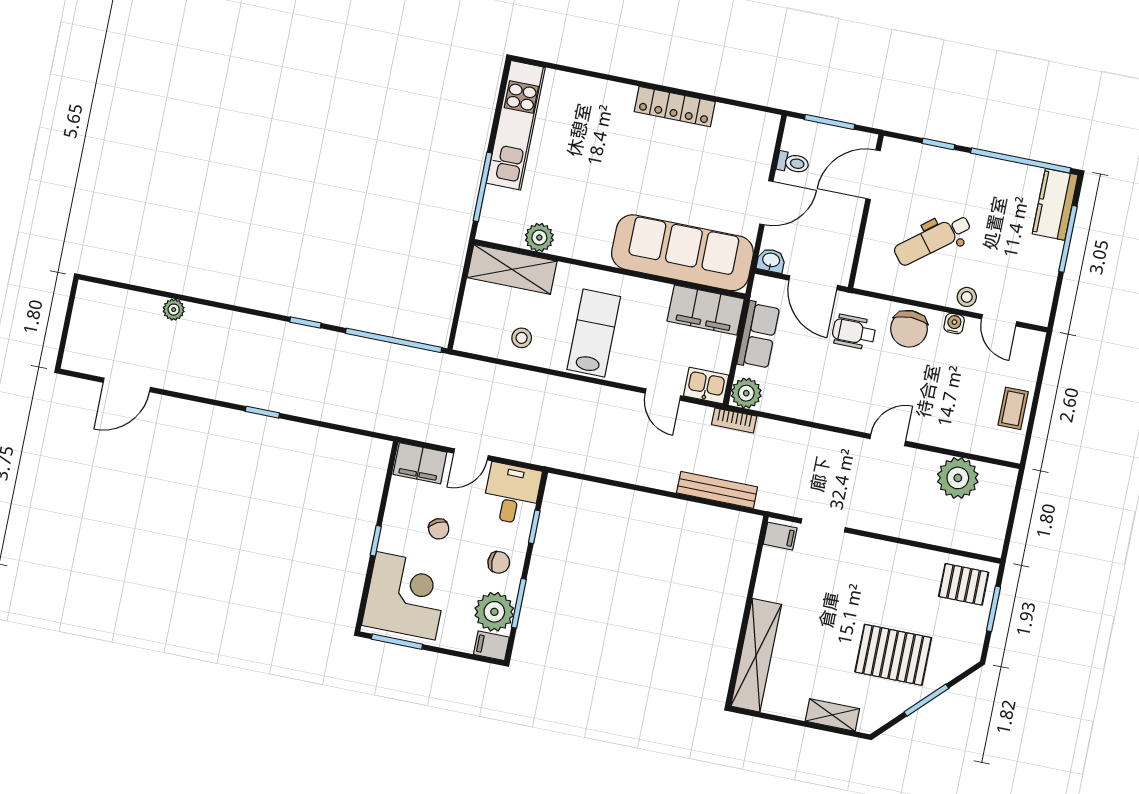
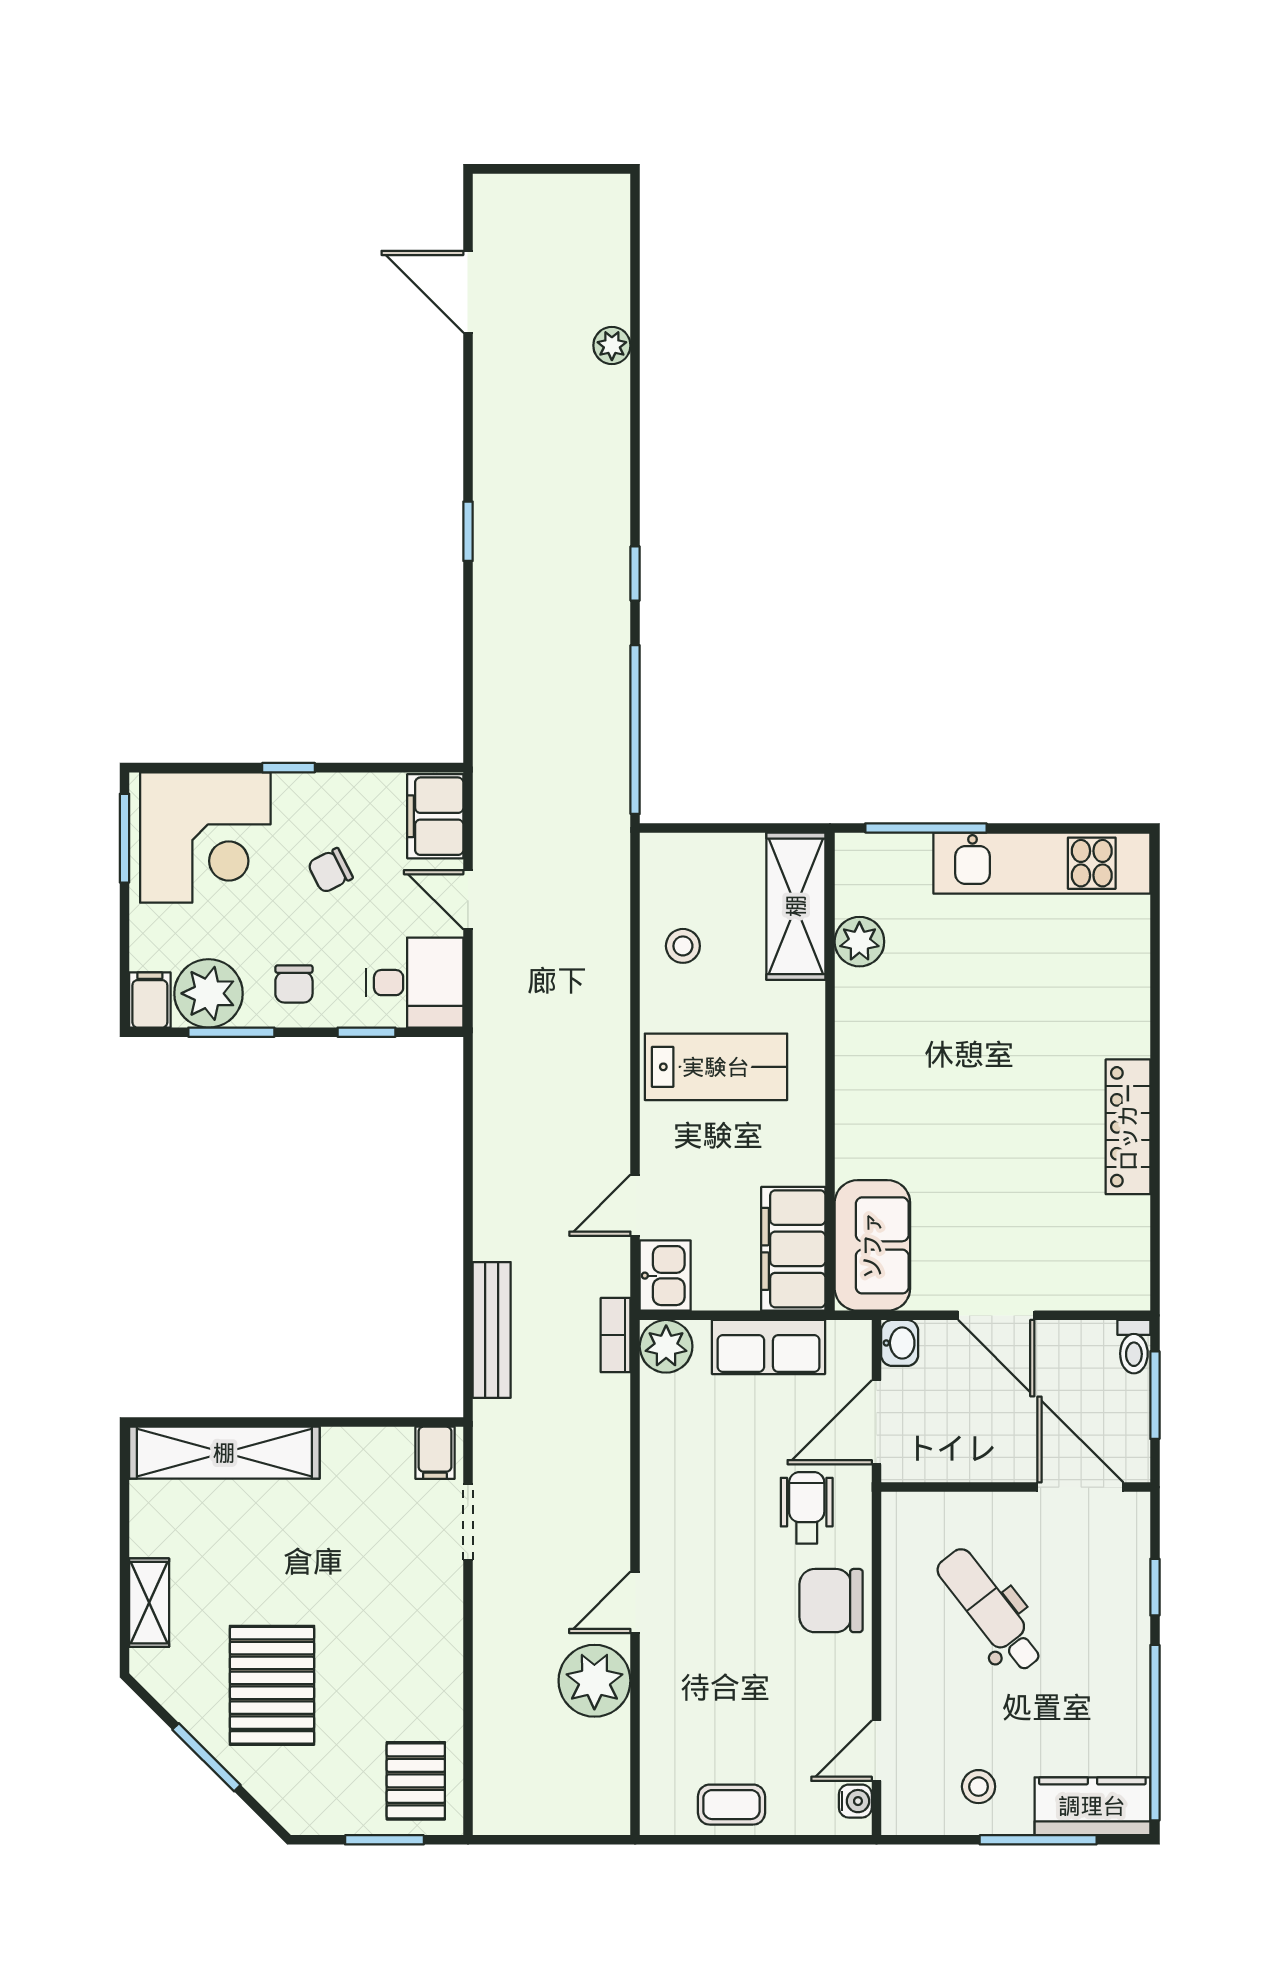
toilet: (793, 163) -> (1134, 1347), moved
sofa: (682, 253) -> (872, 1245), width x0.54, depth x0.79
stool: (967, 297) -> (979, 1787), moved
water cooler: (954, 324) -> (855, 1801), moved
door: (888, 440) -> (635, 1602), swing flipped
plant: (958, 478) -> (594, 1681), moved

